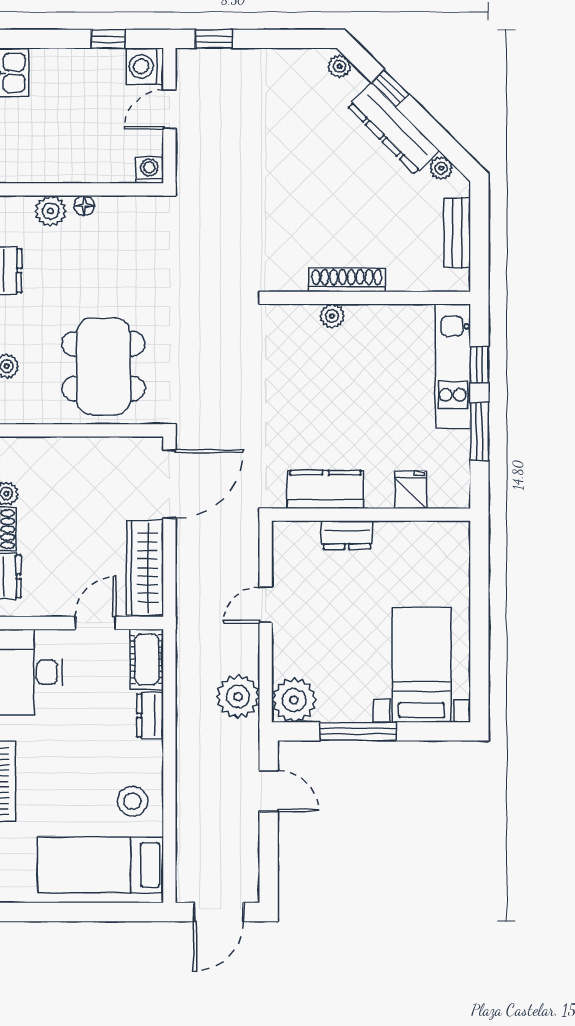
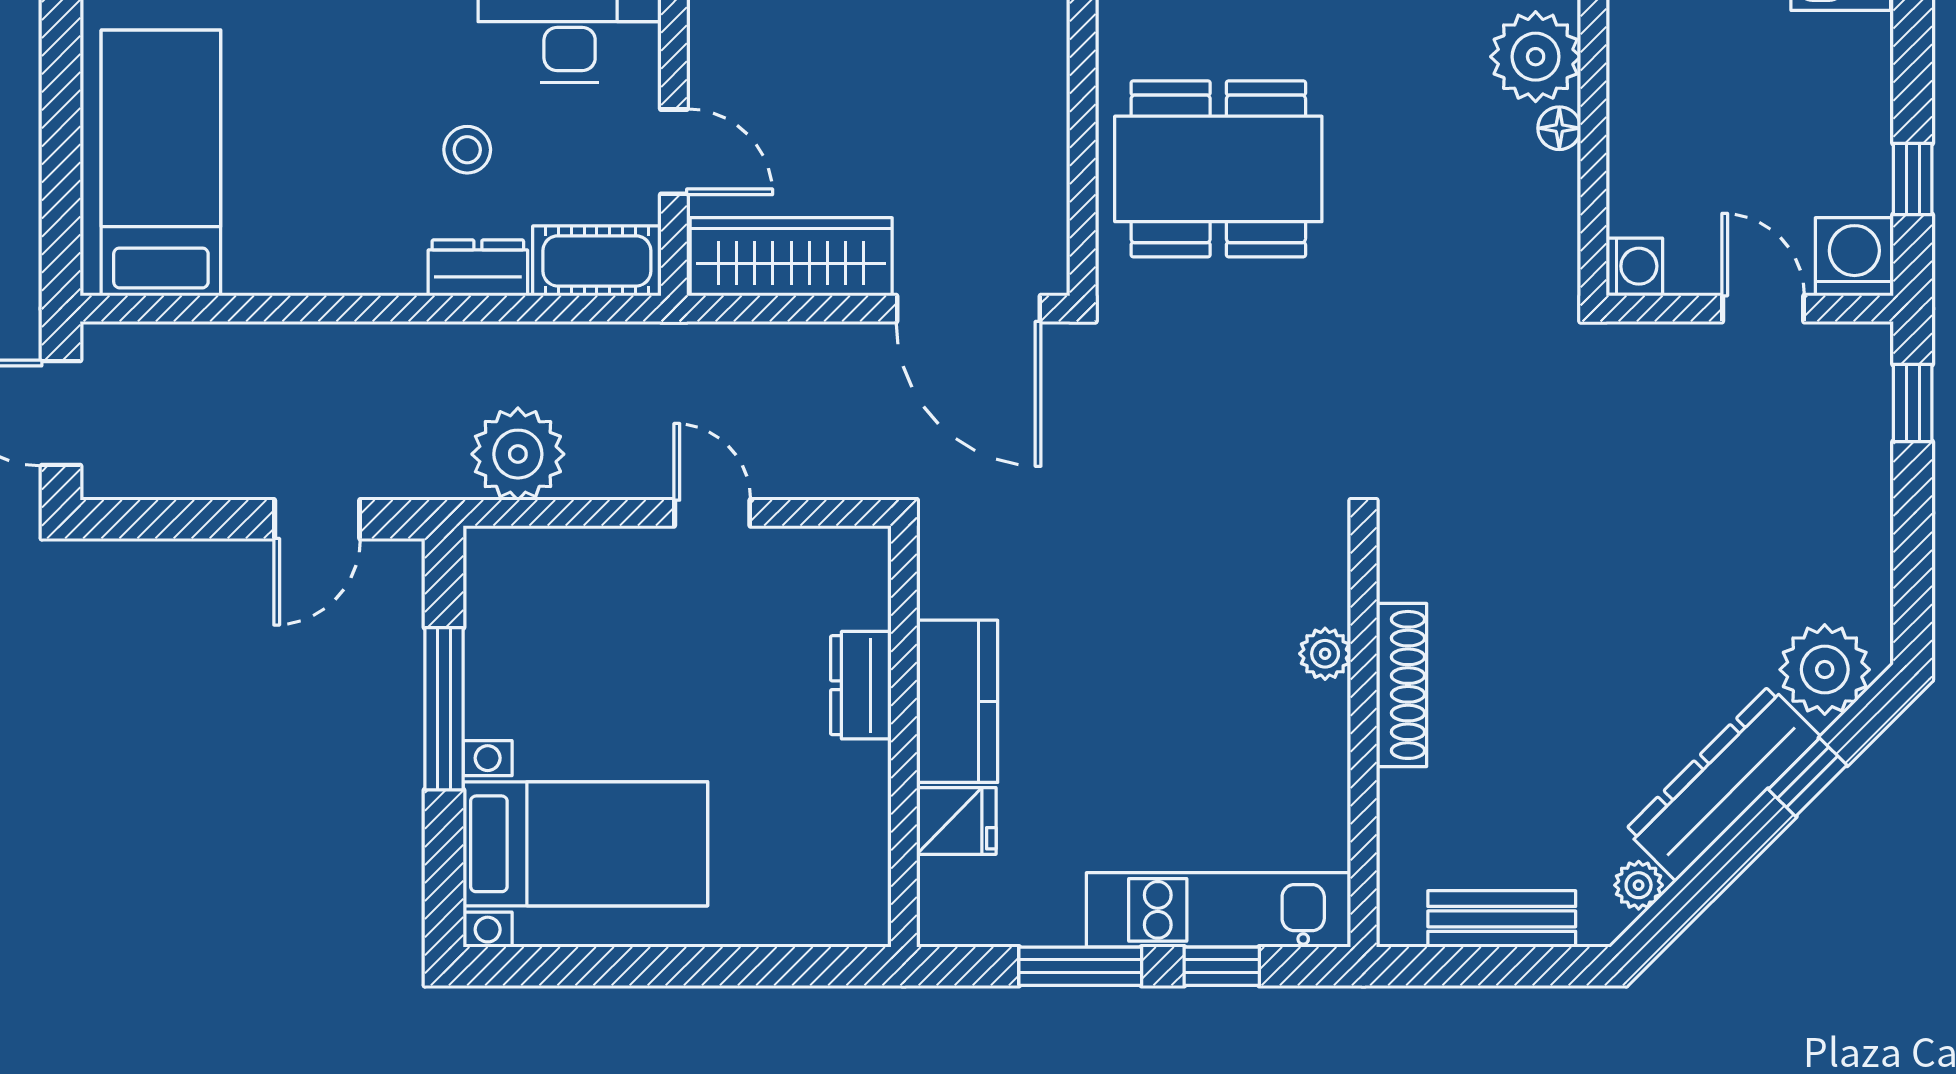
plant: (339, 66) -> (1825, 670), width x1.87, depth x1.87
plant: (50, 211) -> (1536, 57), width x1.36, depth x1.36
kitchen counter: (326, 489) -> (957, 701), moved
plant: (294, 700) -> (511, 573), removed
stool: (133, 801) -> (467, 150), moved, width x0.73, depth x0.73

